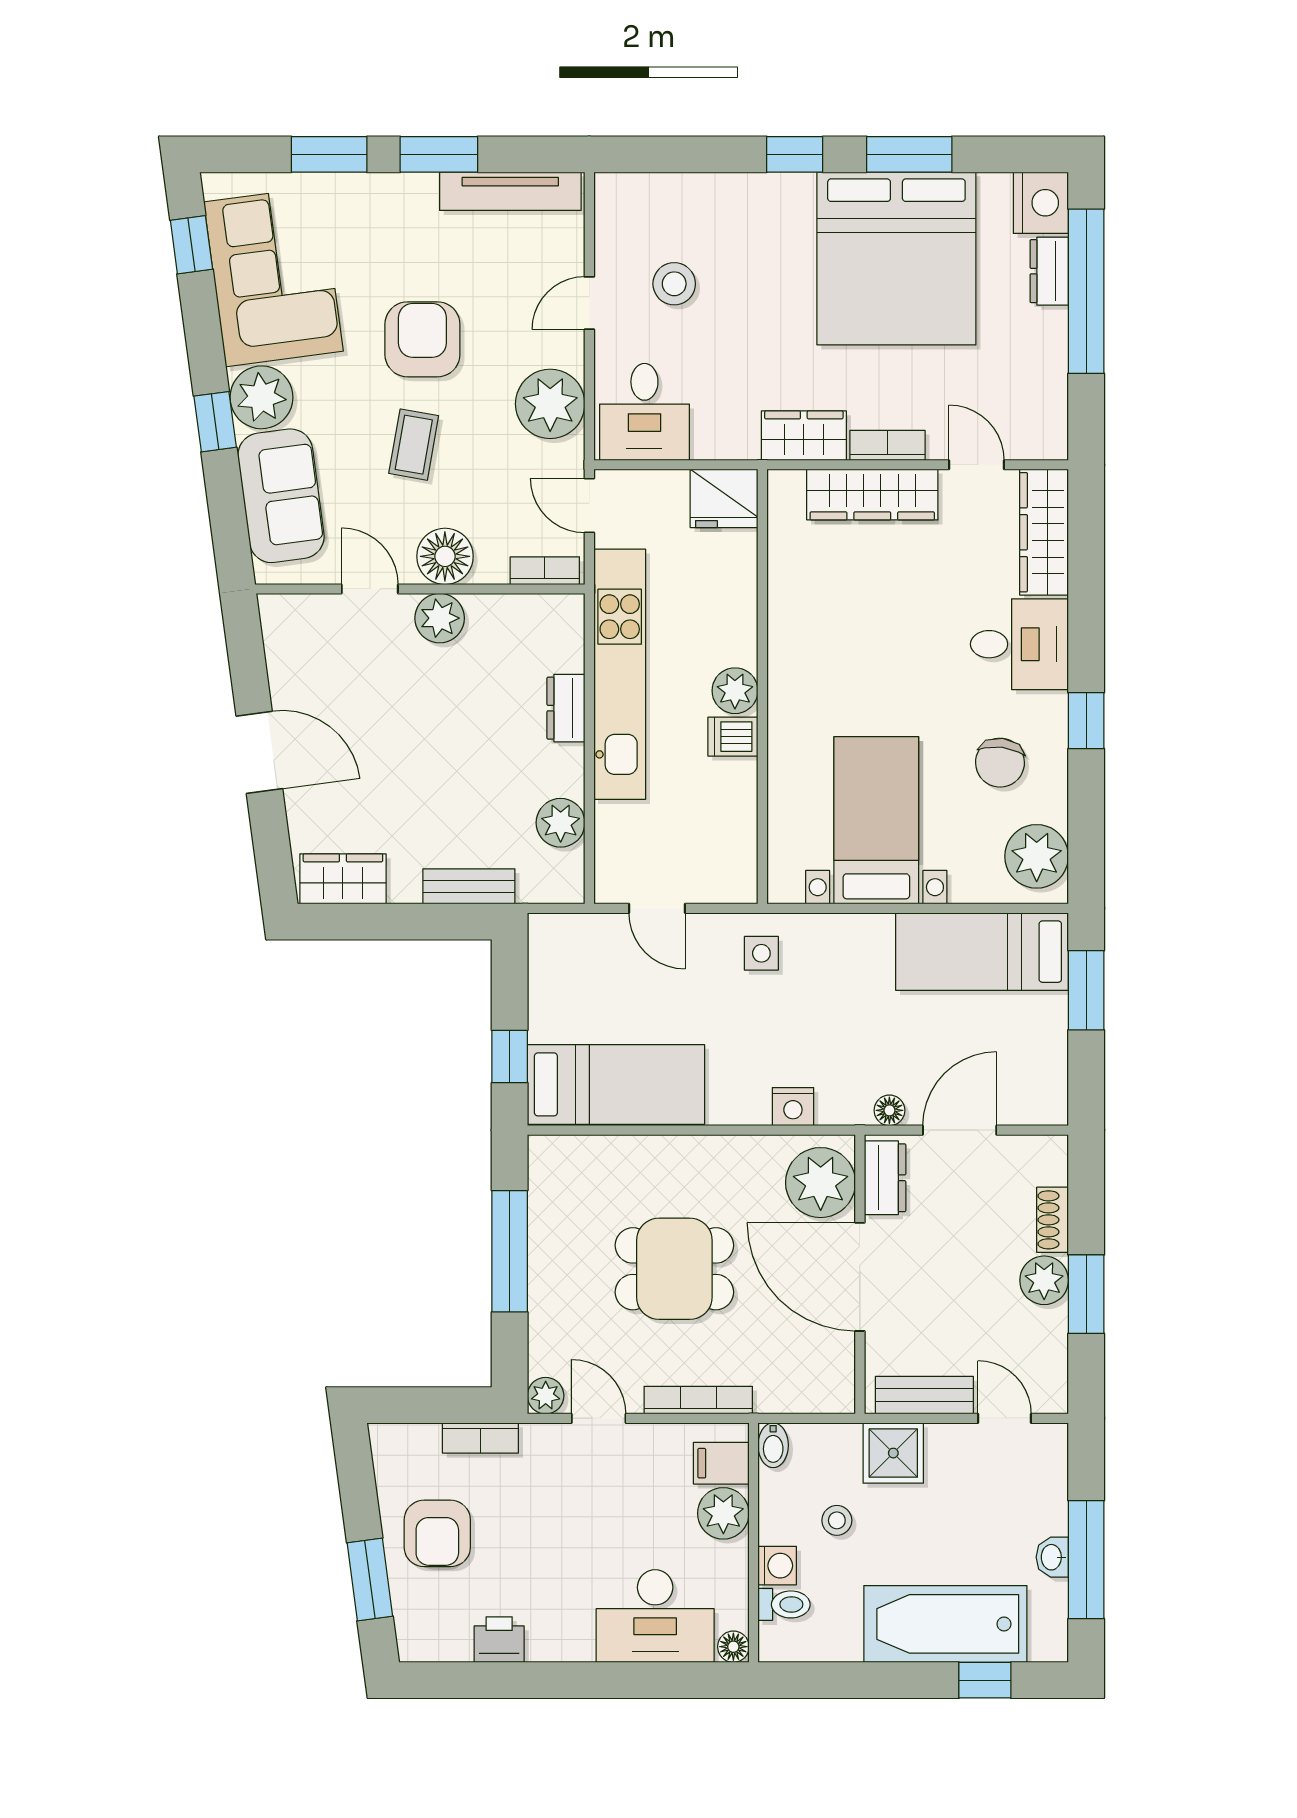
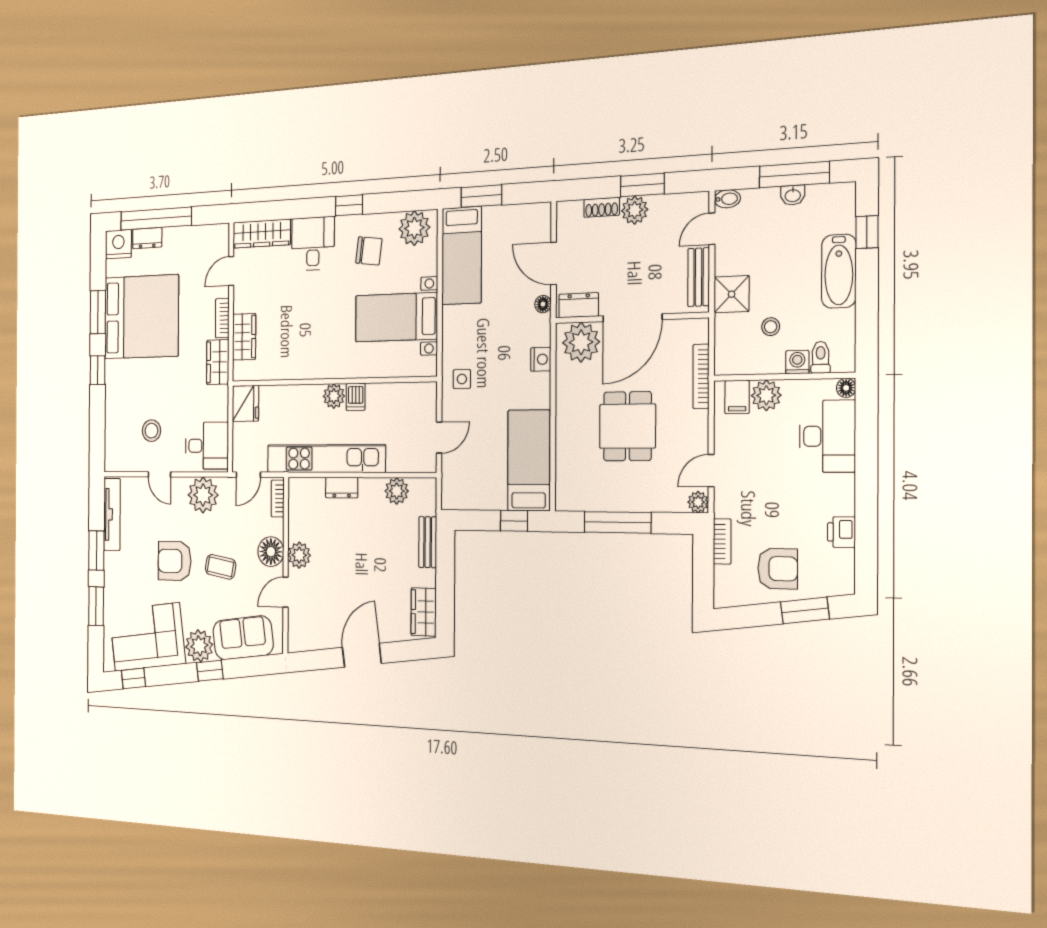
wardrobe: (872, 495) -> (244, 337), width x0.67
bookcase: (698, 1400) -> (701, 376), moved
bidet: (773, 1445) -> (727, 199), moved
bathtub: (945, 1624) -> (839, 271), width x0.73, depth x0.73

